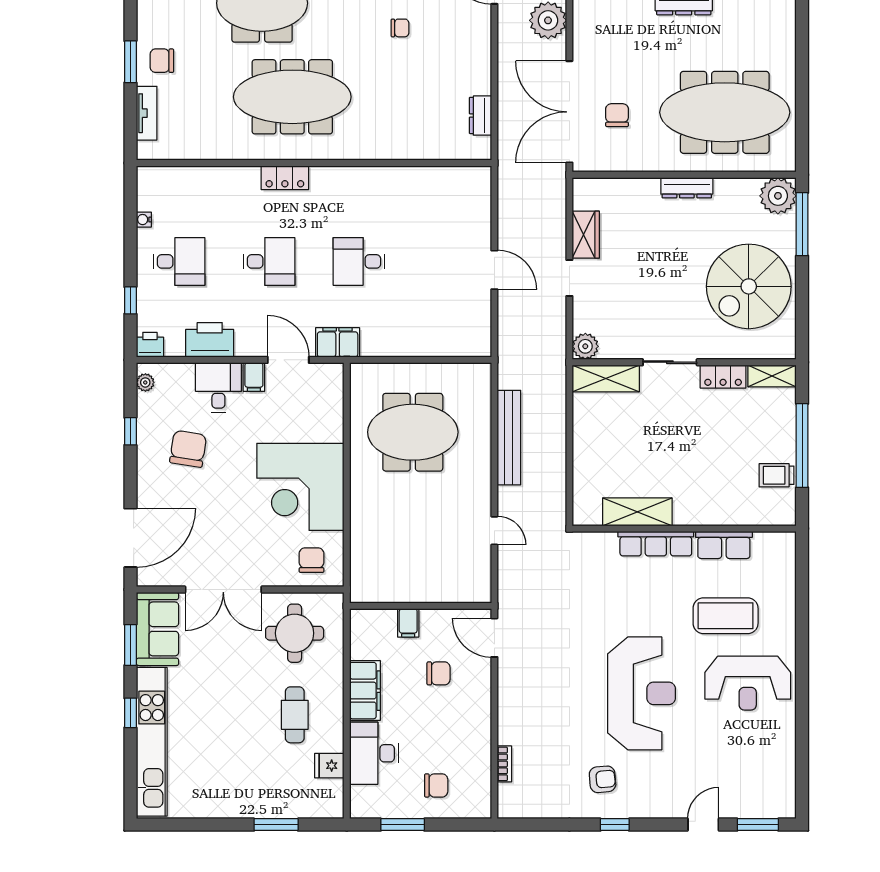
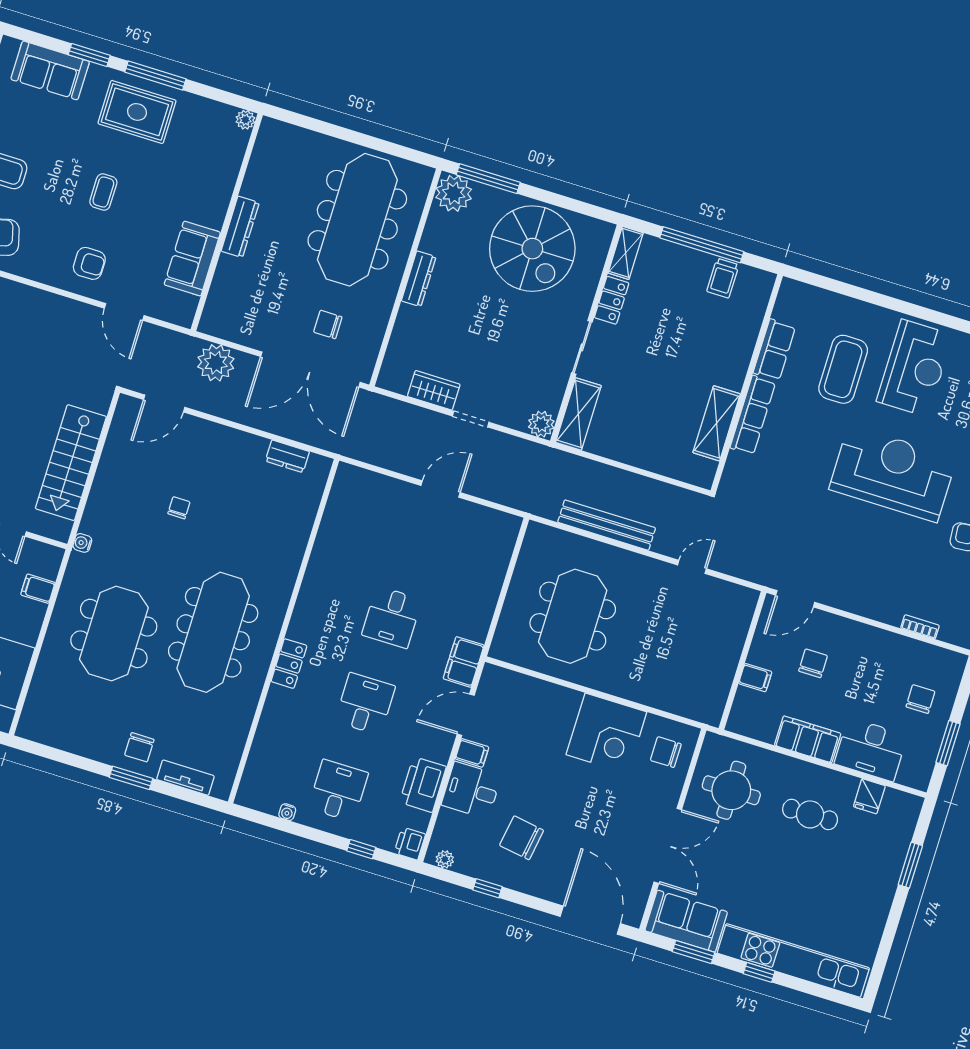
corner desk: (300, 487) -> (606, 733), width x0.74, depth x0.74

